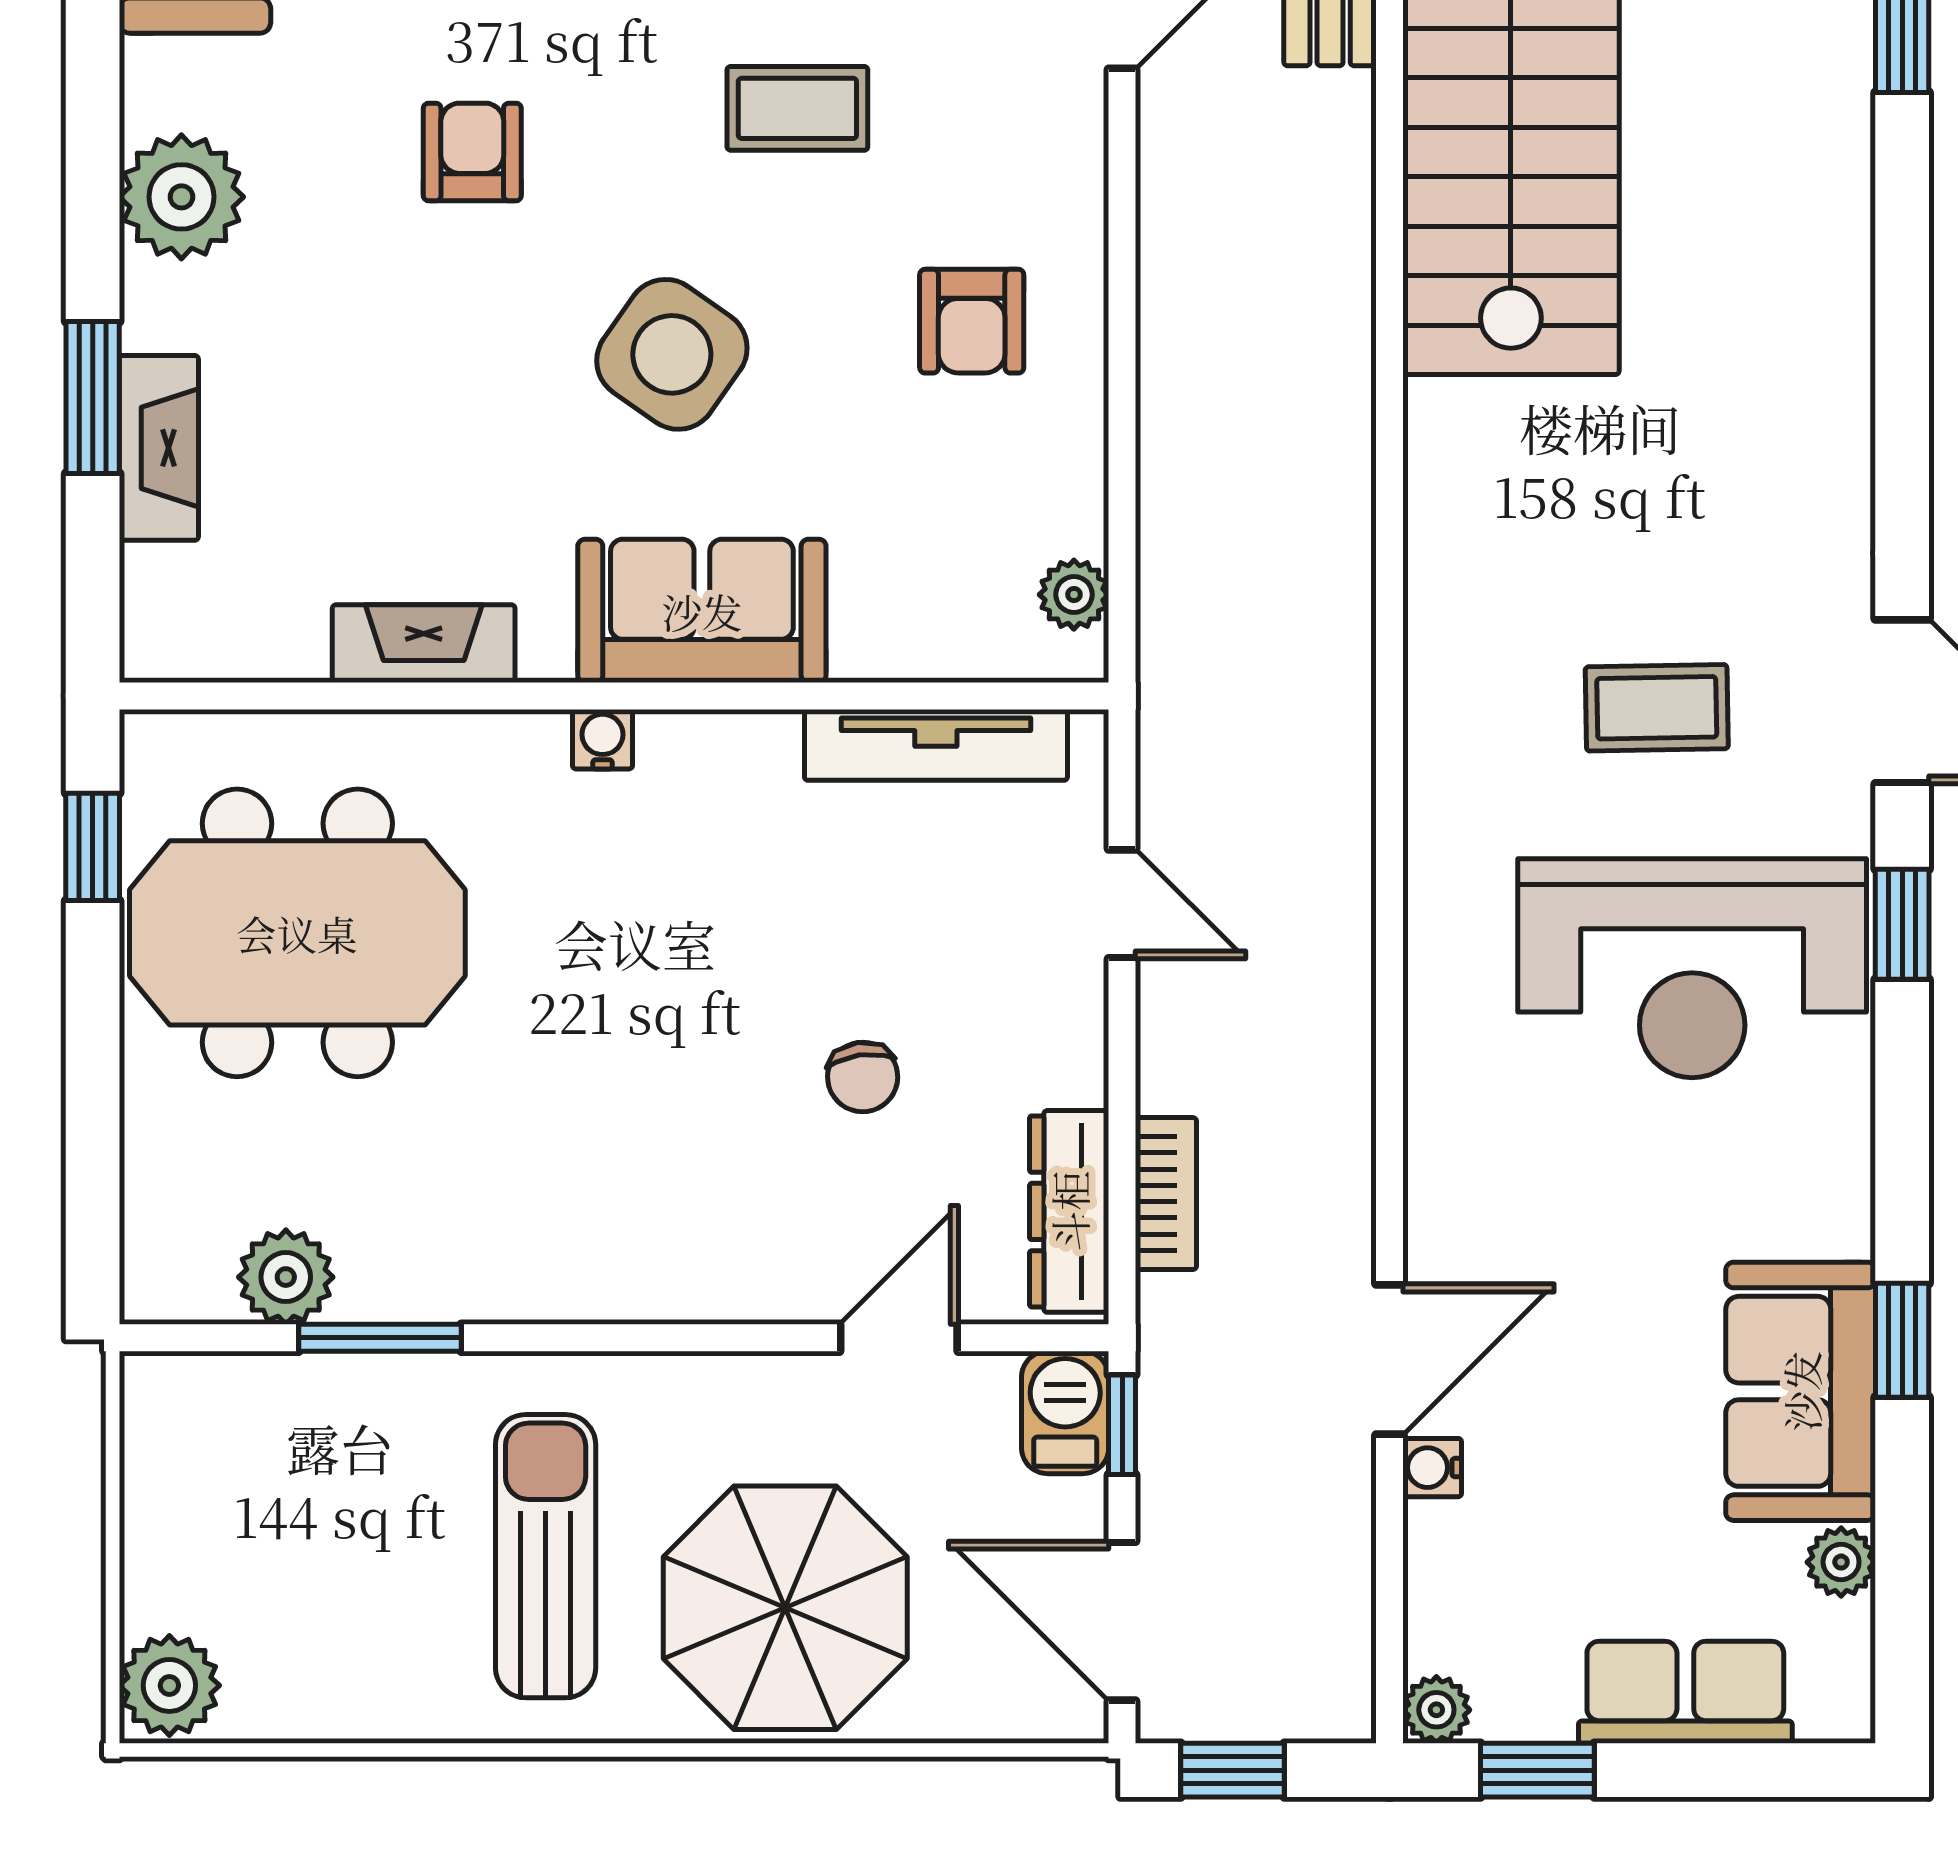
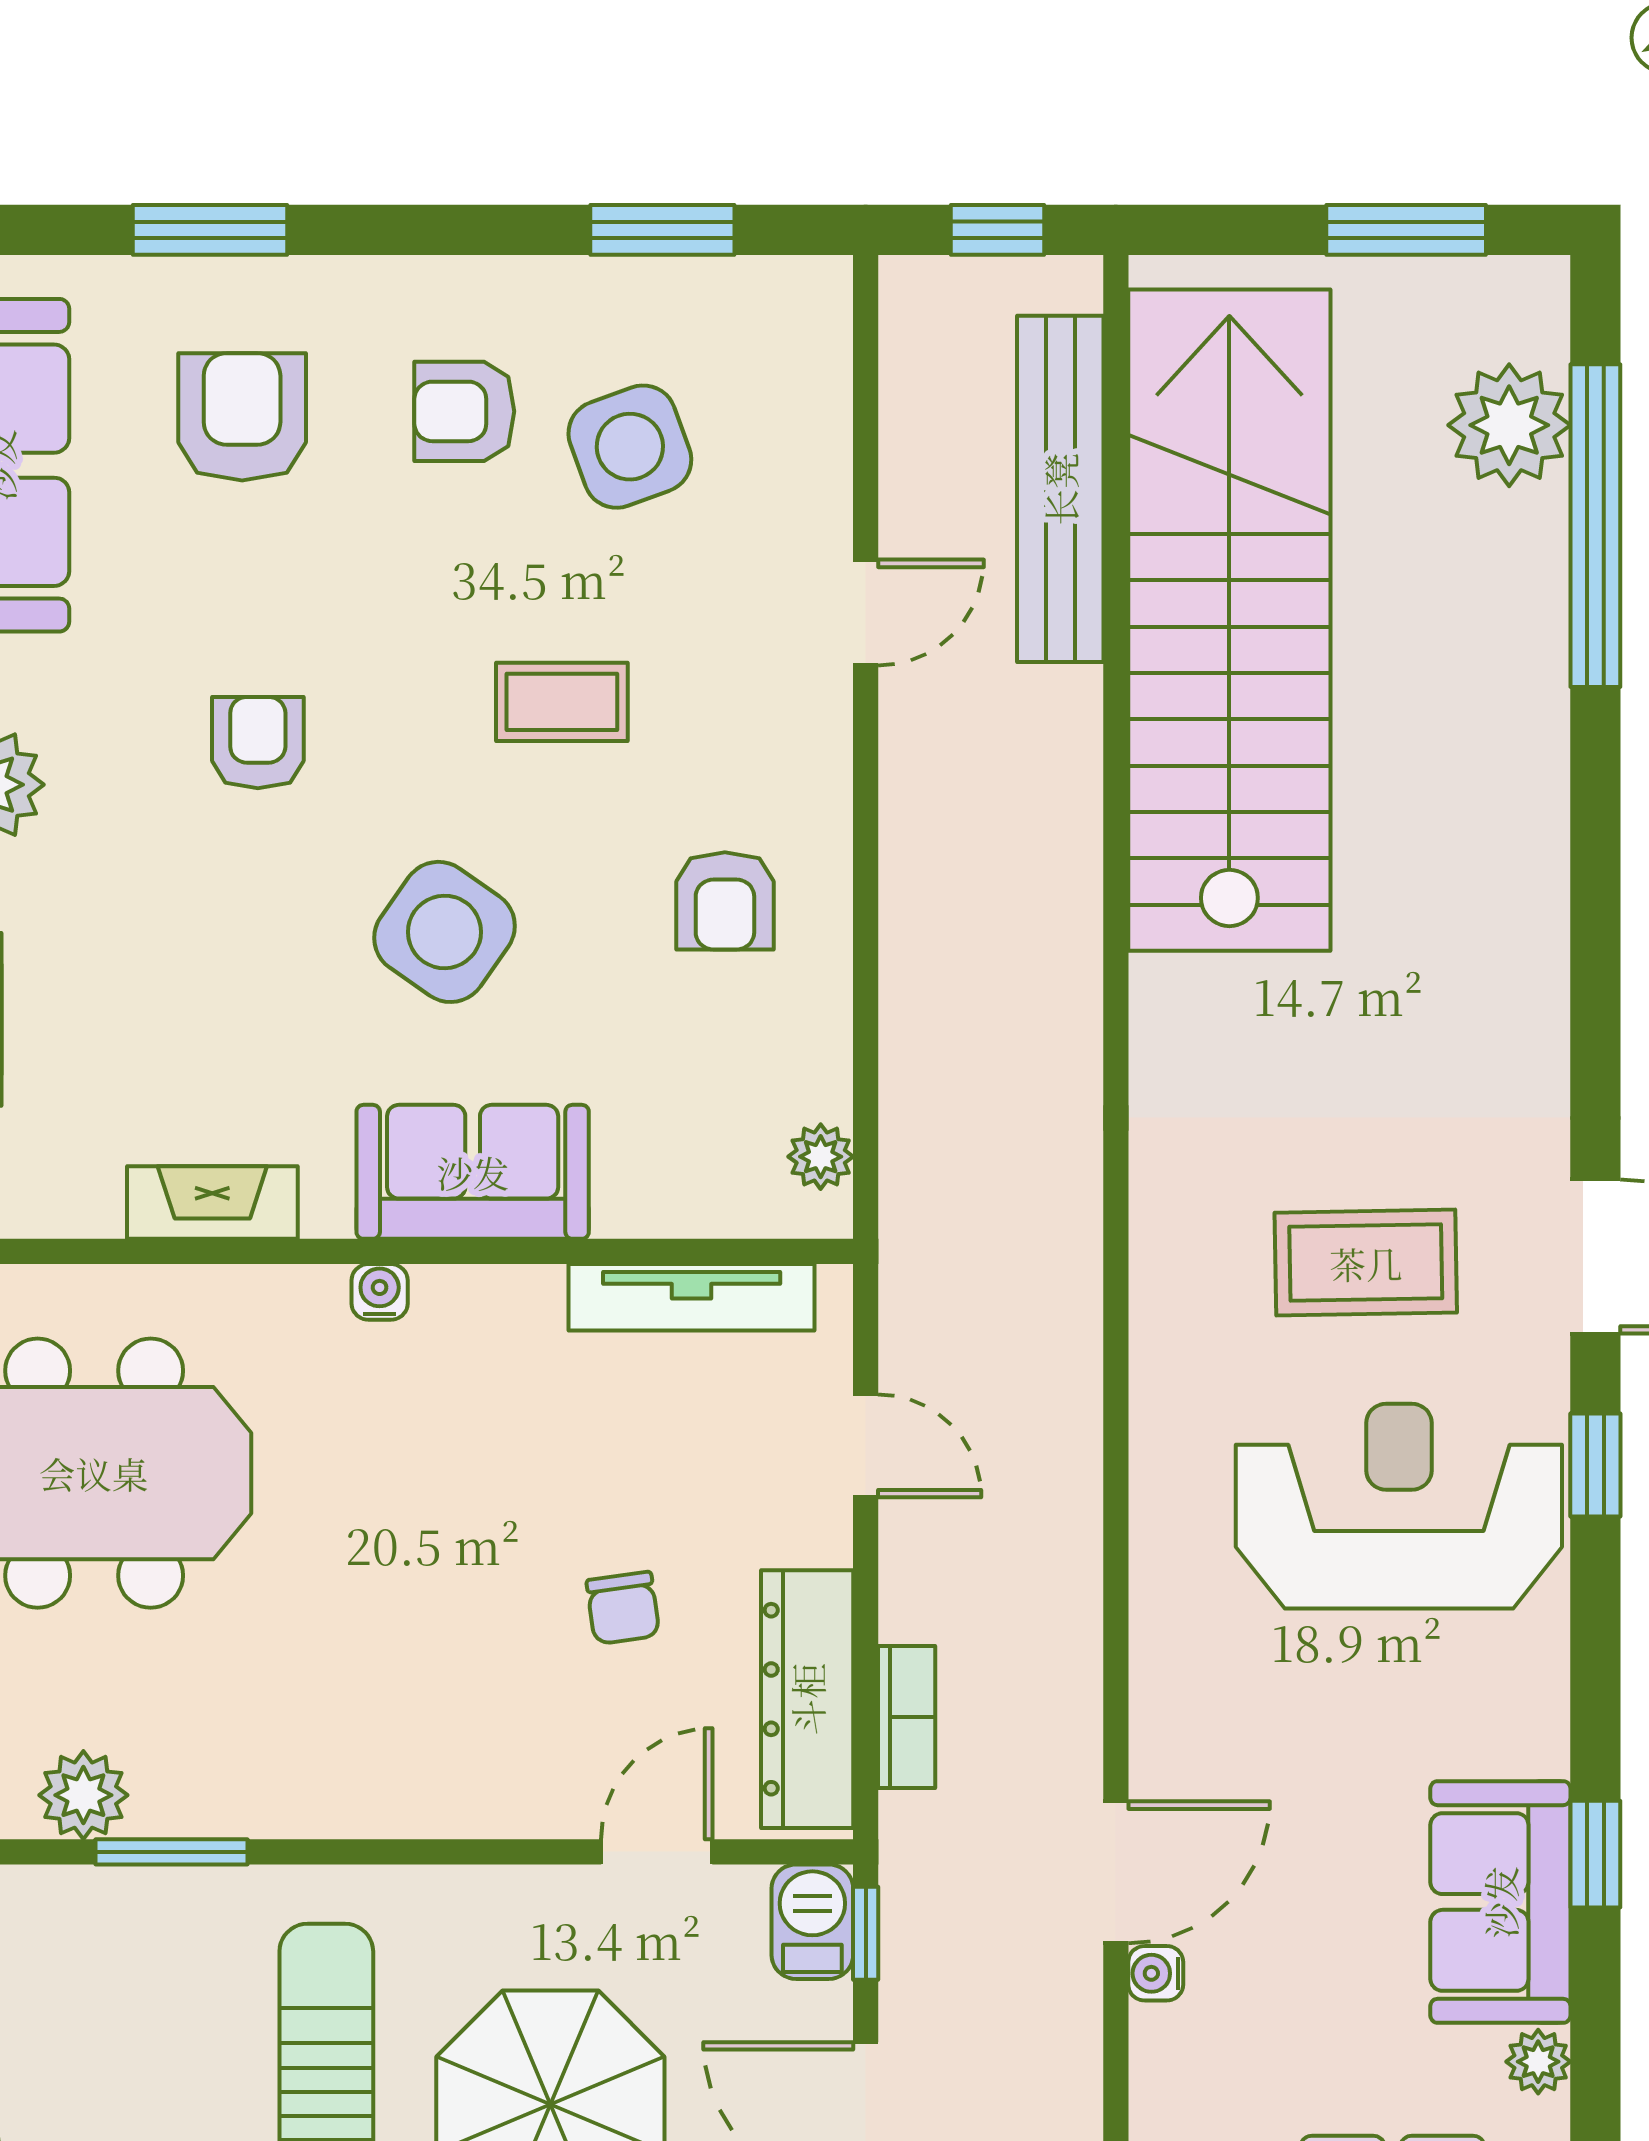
coffee table: (1657, 708) -> (1366, 1263), width x1.36, depth x1.30
reception desk: (1692, 968) -> (1399, 1506), turned 180
dresser: (1069, 1211) -> (807, 1699), width x1.37, depth x1.24

